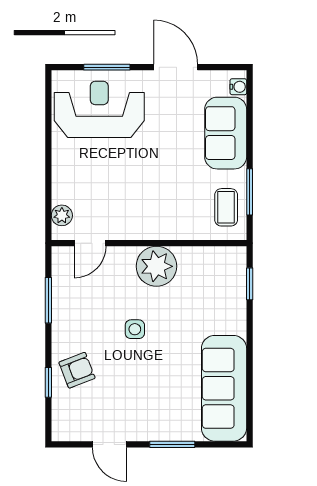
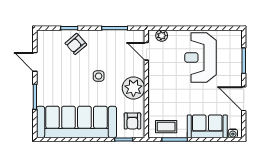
door: (176, 67) -> (244, 99), swing flipped
reception desk: (99, 109) -> (200, 58), moved, turned 180
armchair: (216, 268) -> (132, 121), added
armchair: (77, 370) -> (76, 44), turned 70
sofa: (224, 388) -> (76, 122), width x1.36, depth x1.27
door: (109, 444) -> (35, 62), hinge flipped

